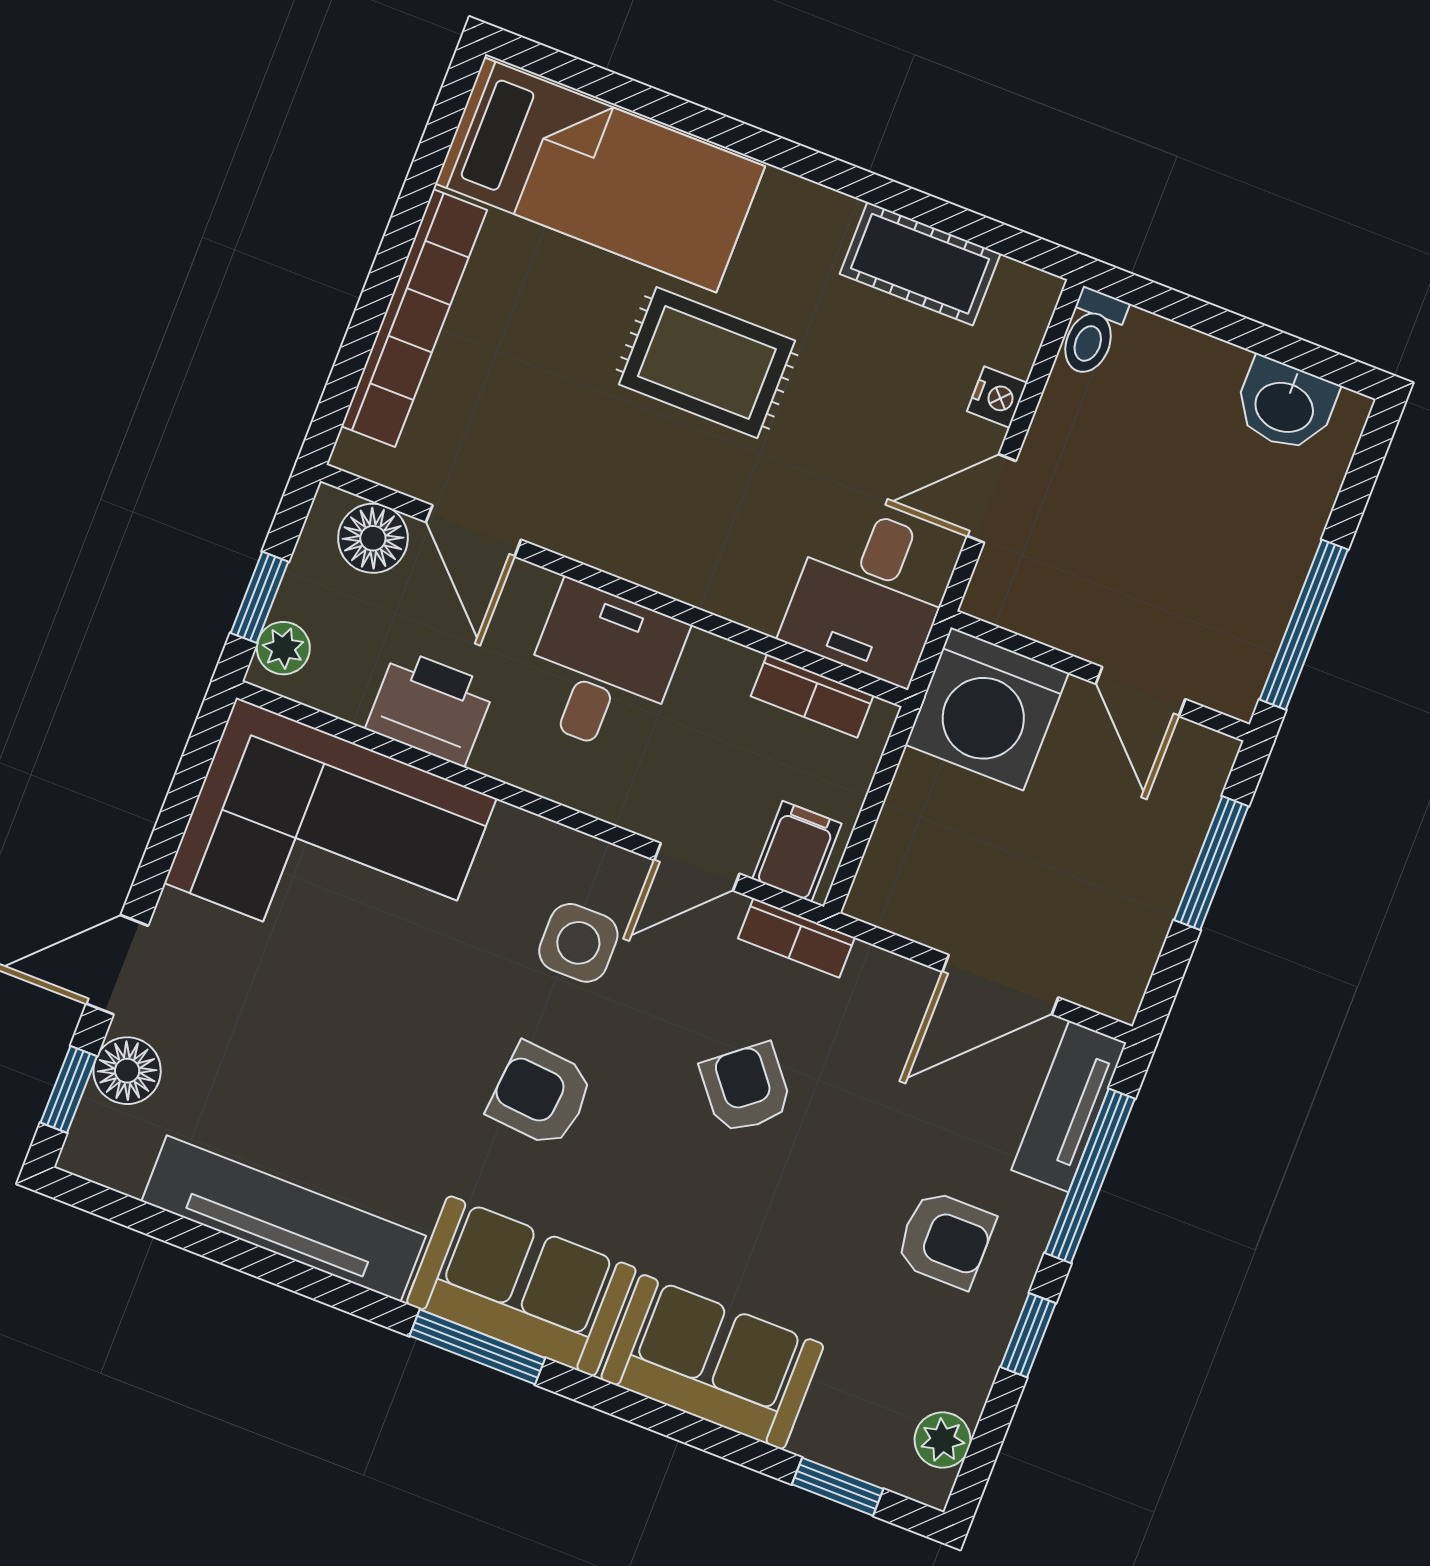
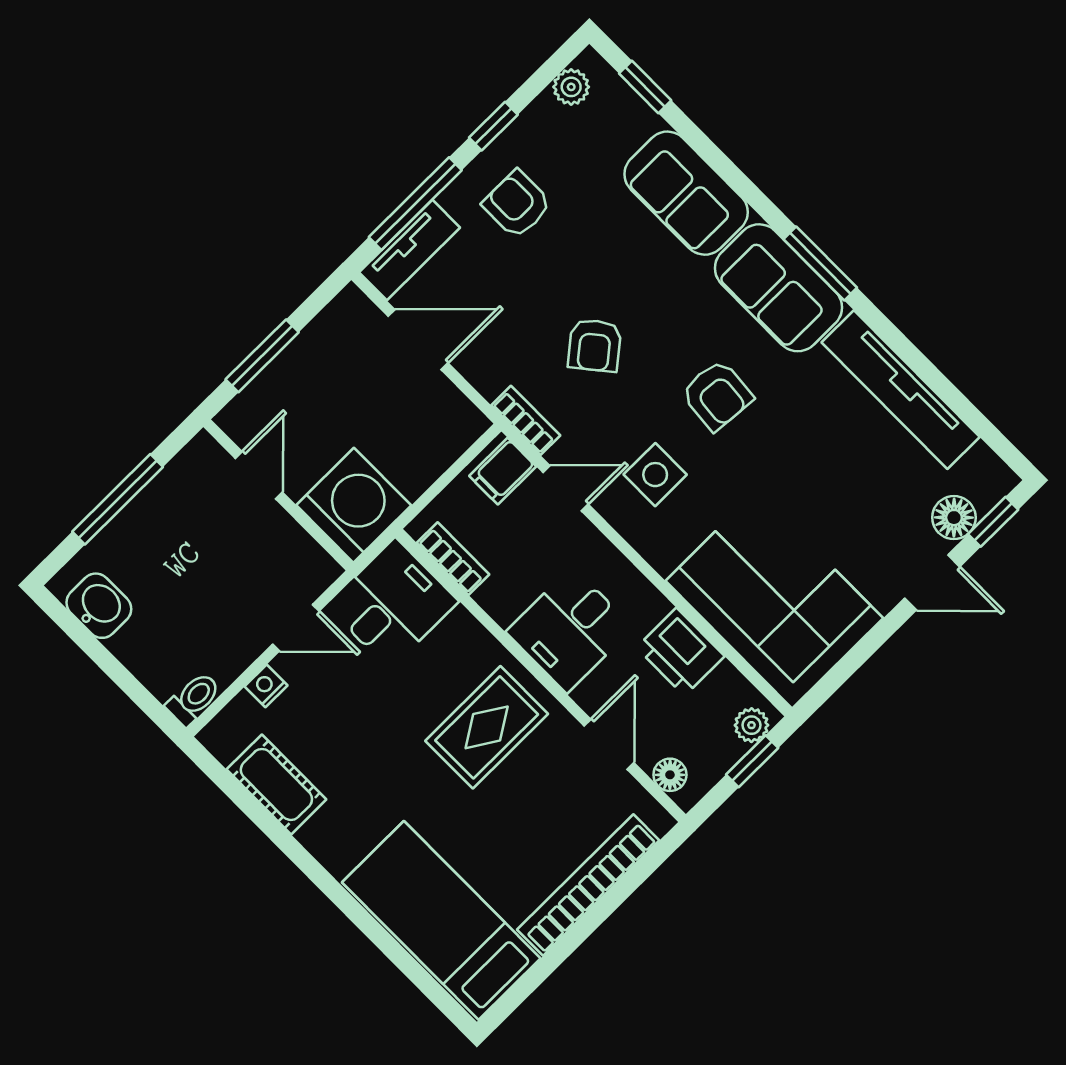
rug: (707, 363) -> (487, 727), moved, turned 90
floor lamp: (373, 538) -> (670, 775), width x0.73, depth x0.73
window: (1304, 625) -> (118, 499), moved

